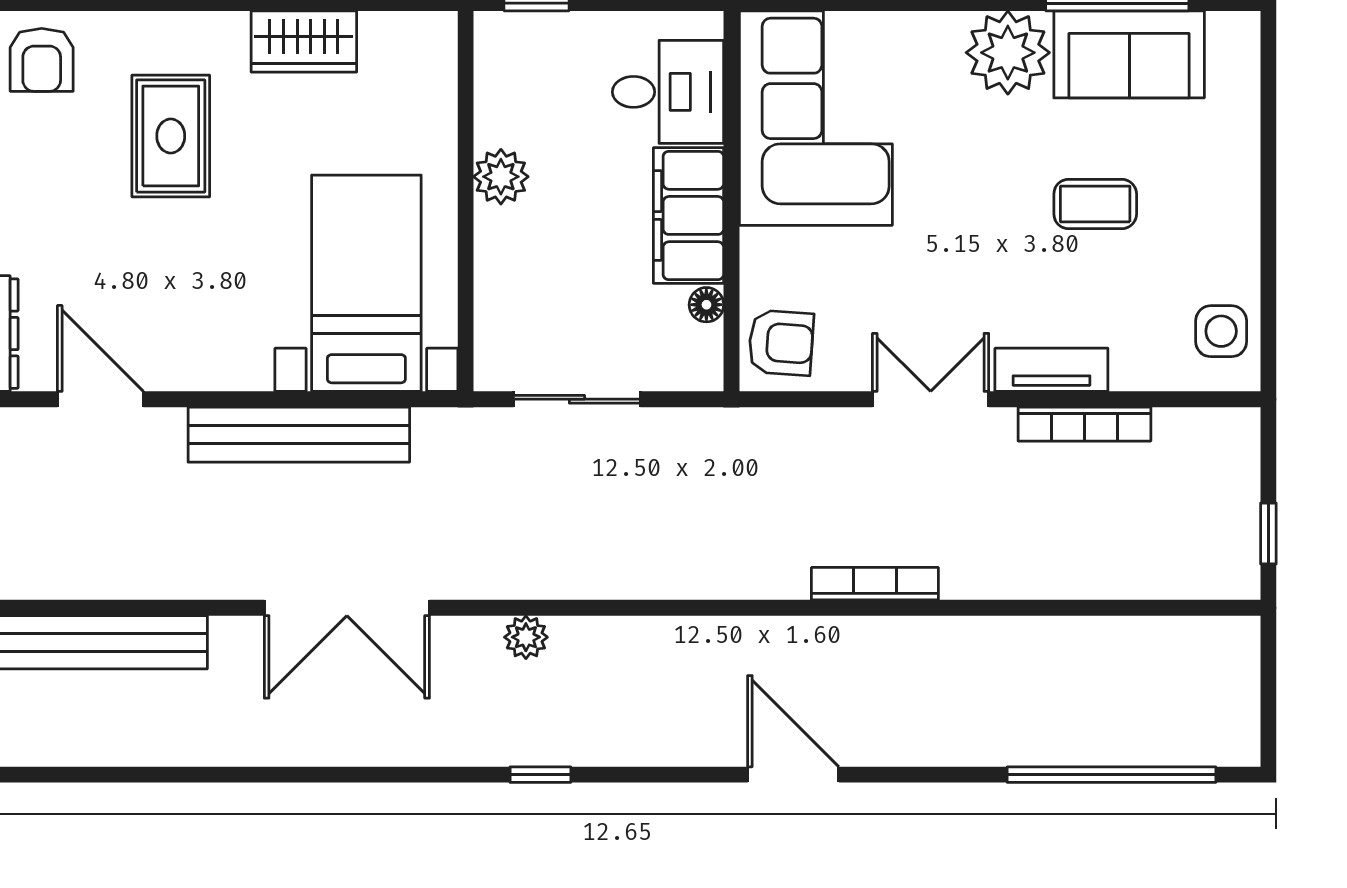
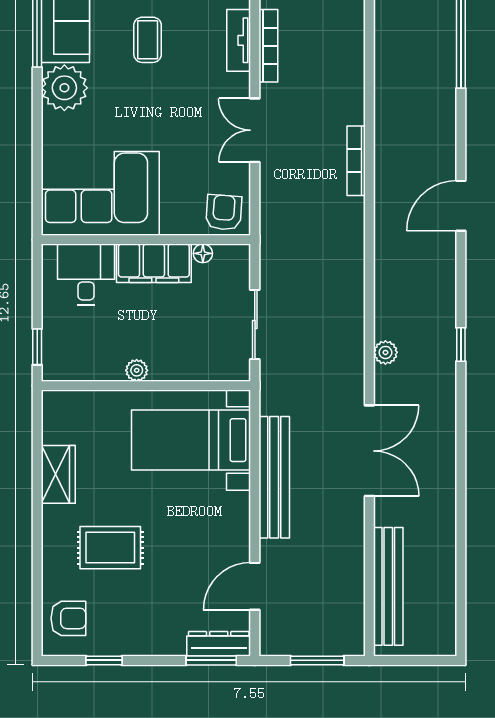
plant: (501, 177) -> (137, 370), width x0.73, depth x0.73
tv unit: (1051, 370) -> (239, 40), moved

